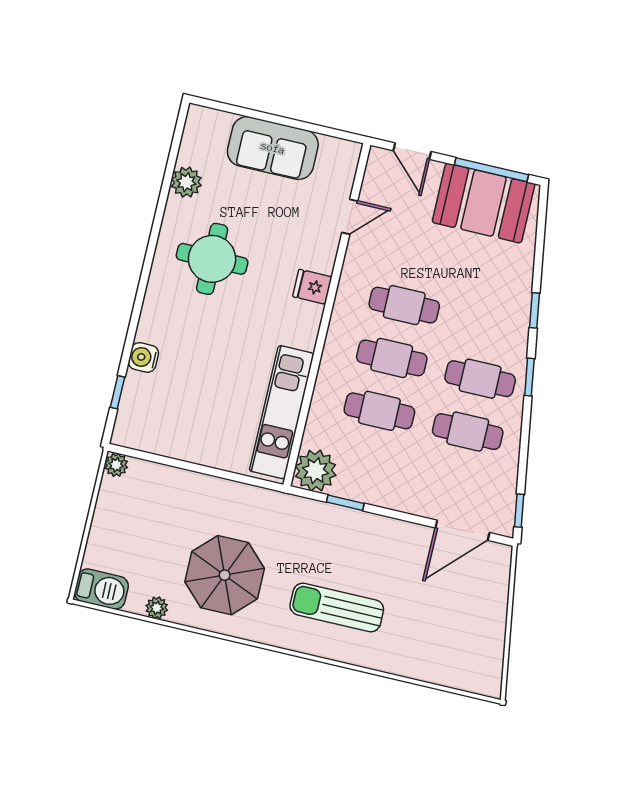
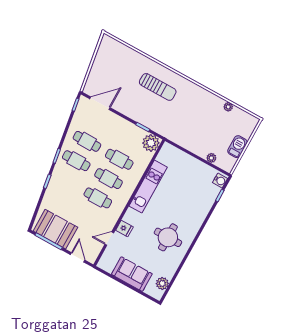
plant: (186, 182) -> (162, 283), moved
fridge: (312, 287) -> (124, 229), moved
water cooler: (143, 357) -> (220, 181), moved
kitchen unit: (282, 412) -> (148, 187), moved
plant: (116, 465) -> (211, 158), moved
parasol: (225, 575) -> (198, 112), removed
barbecue: (101, 589) -> (237, 147), moved, turned 90

